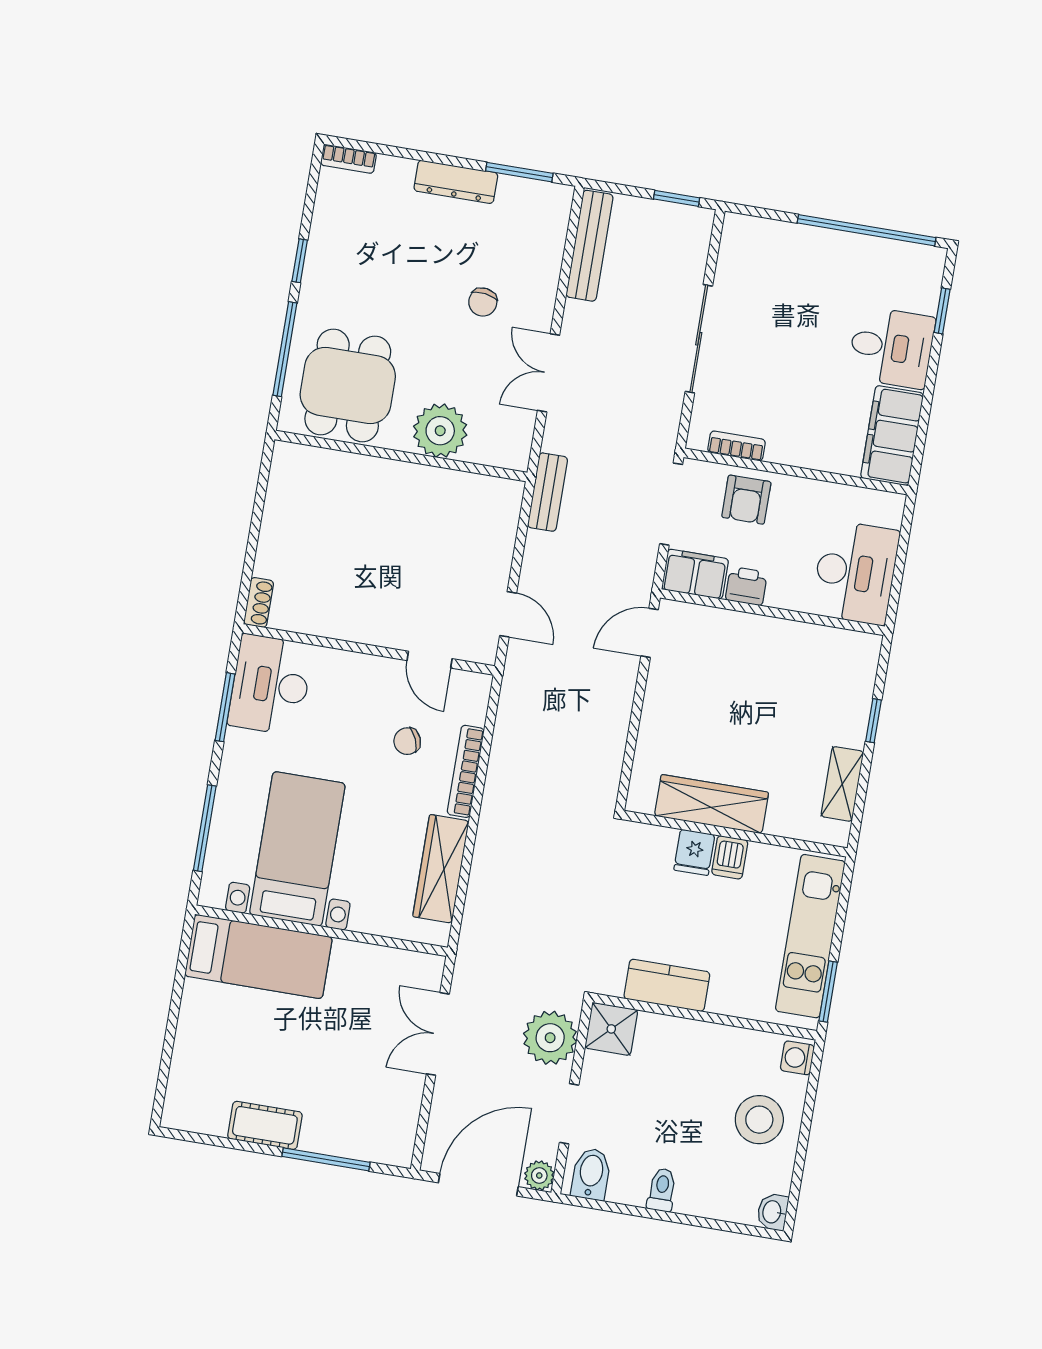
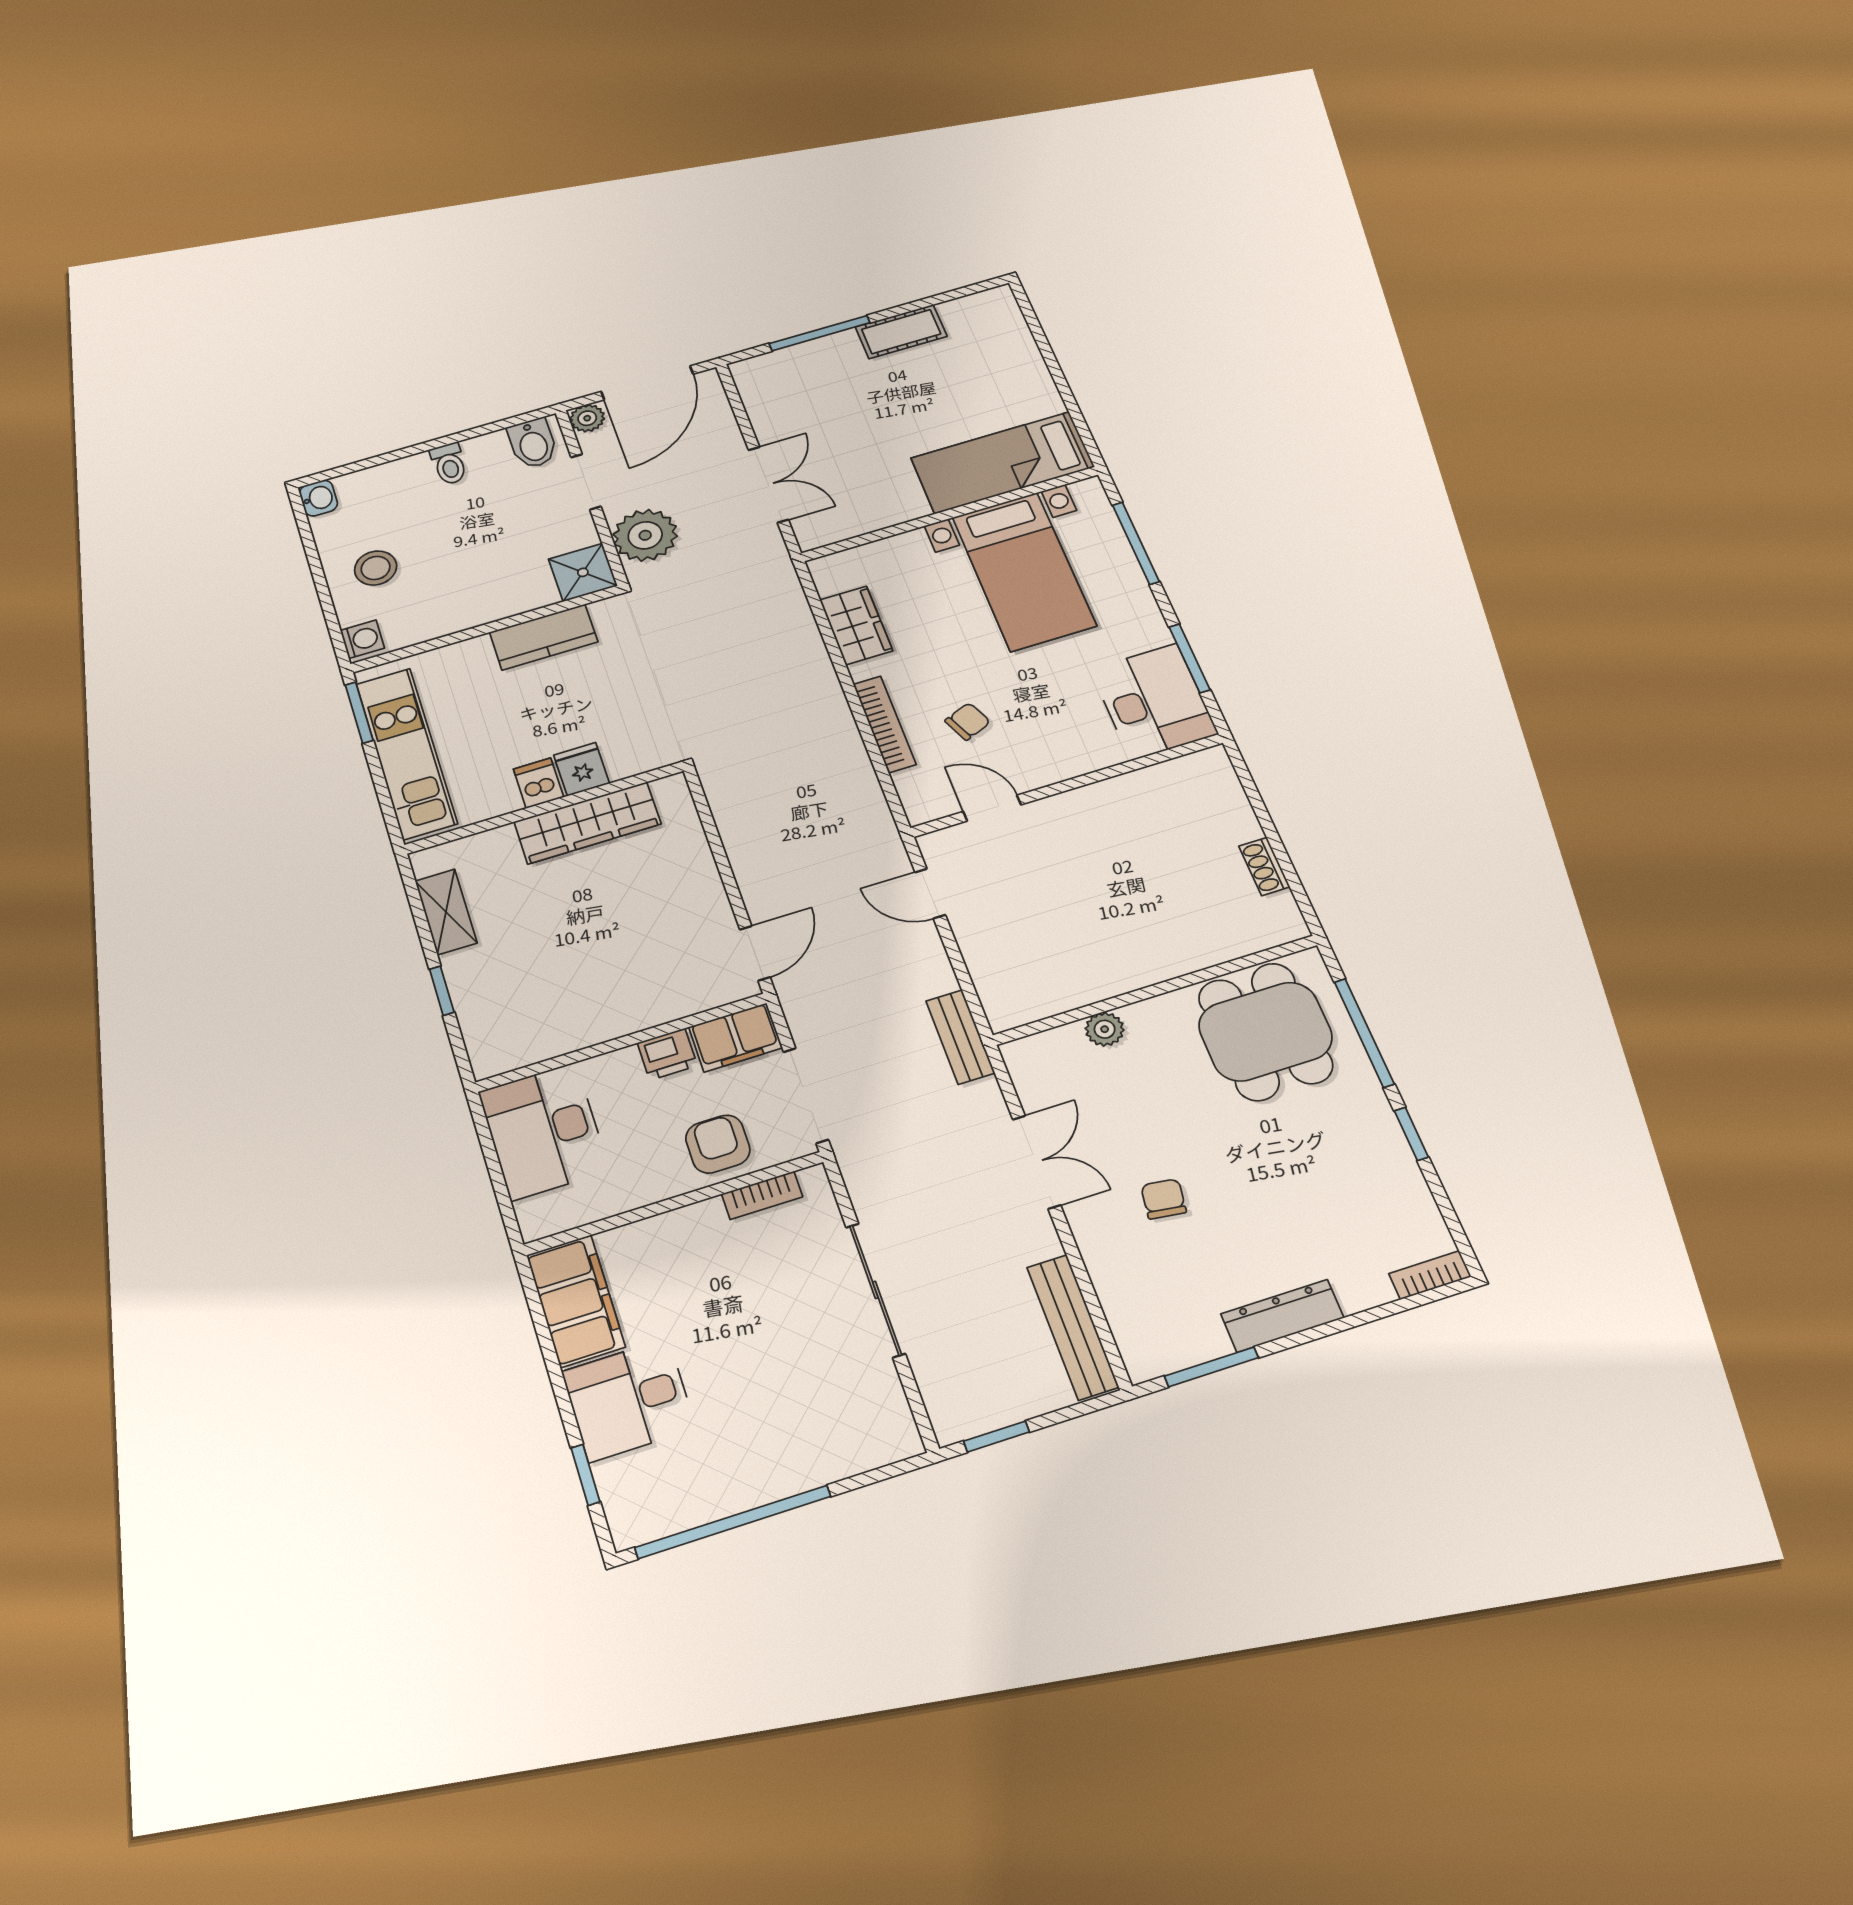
plant: (440, 431) -> (1105, 1029), width x0.53, depth x0.53
shoe rack: (259, 602) -> (1264, 866), moved
wardrobe: (441, 869) -> (856, 625), width x0.67
stool: (759, 1120) -> (376, 568), width x0.73, depth x0.73

